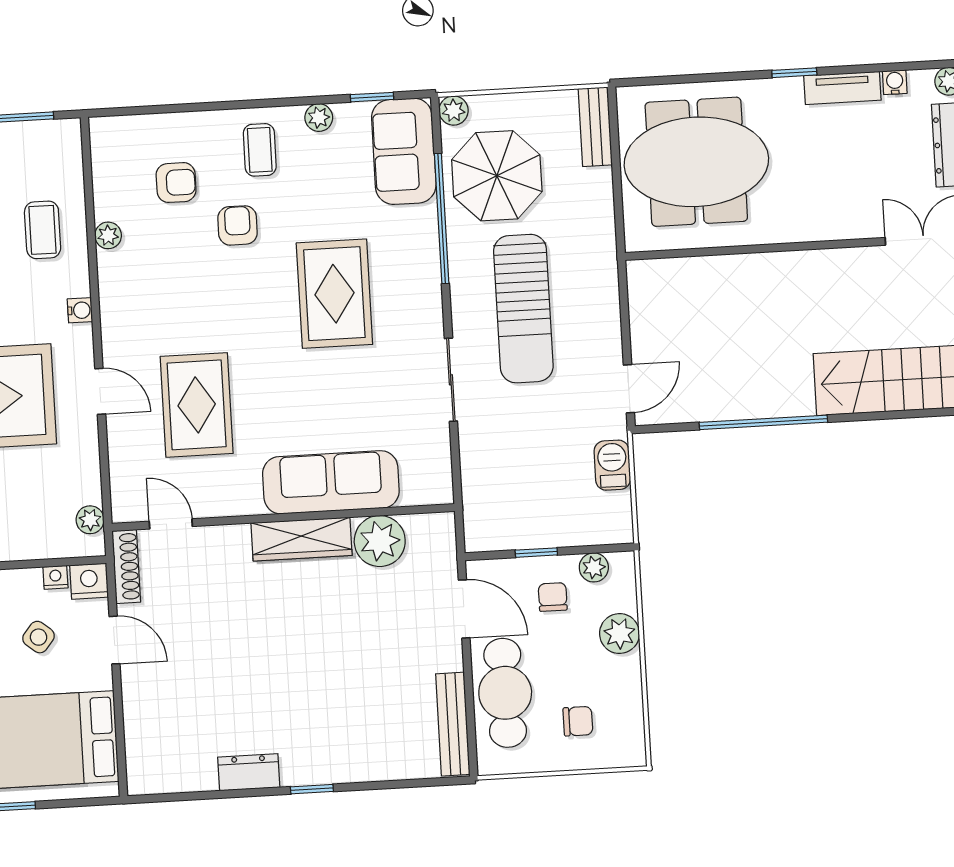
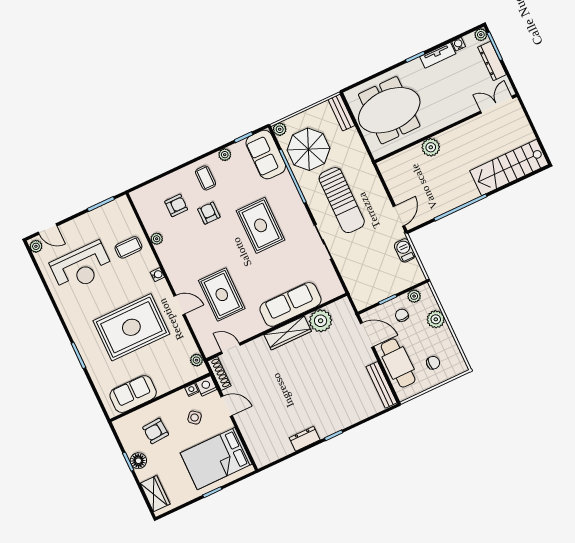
coffee table: (43, 230) -> (128, 247), turned 90
plant: (752, 273) -> (431, 147), added

